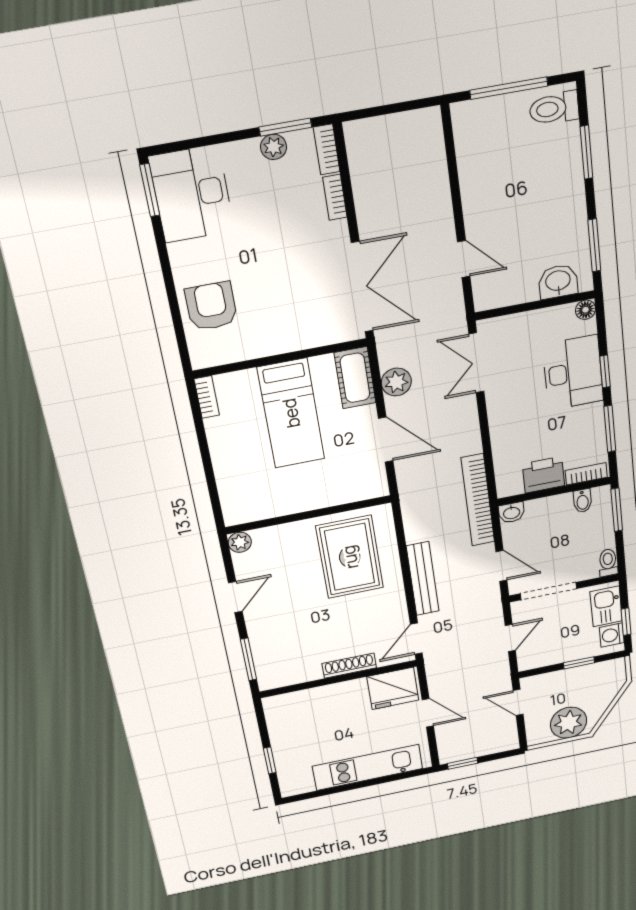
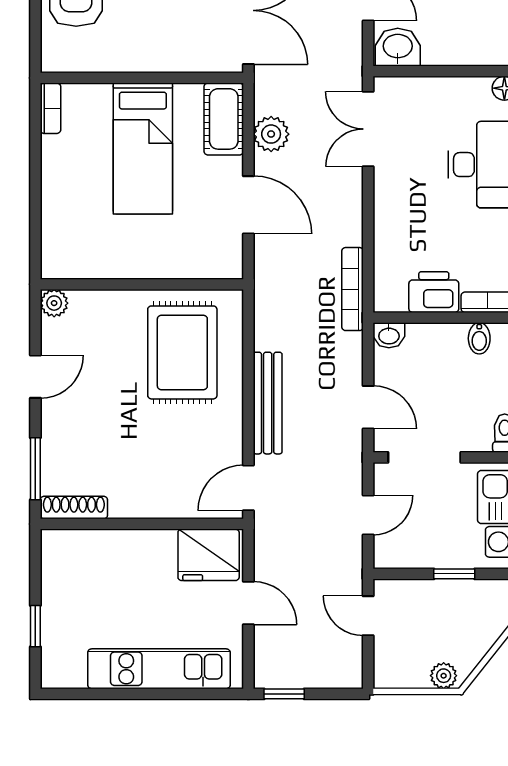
washbasin: (558, 281) -> (398, 47), moved
bookcase: (478, 500) -> (353, 289), width x0.68, depth x0.76
shoe rack: (349, 666) -> (74, 508), moved
plant: (569, 723) -> (444, 676), width x0.53, depth x0.53

